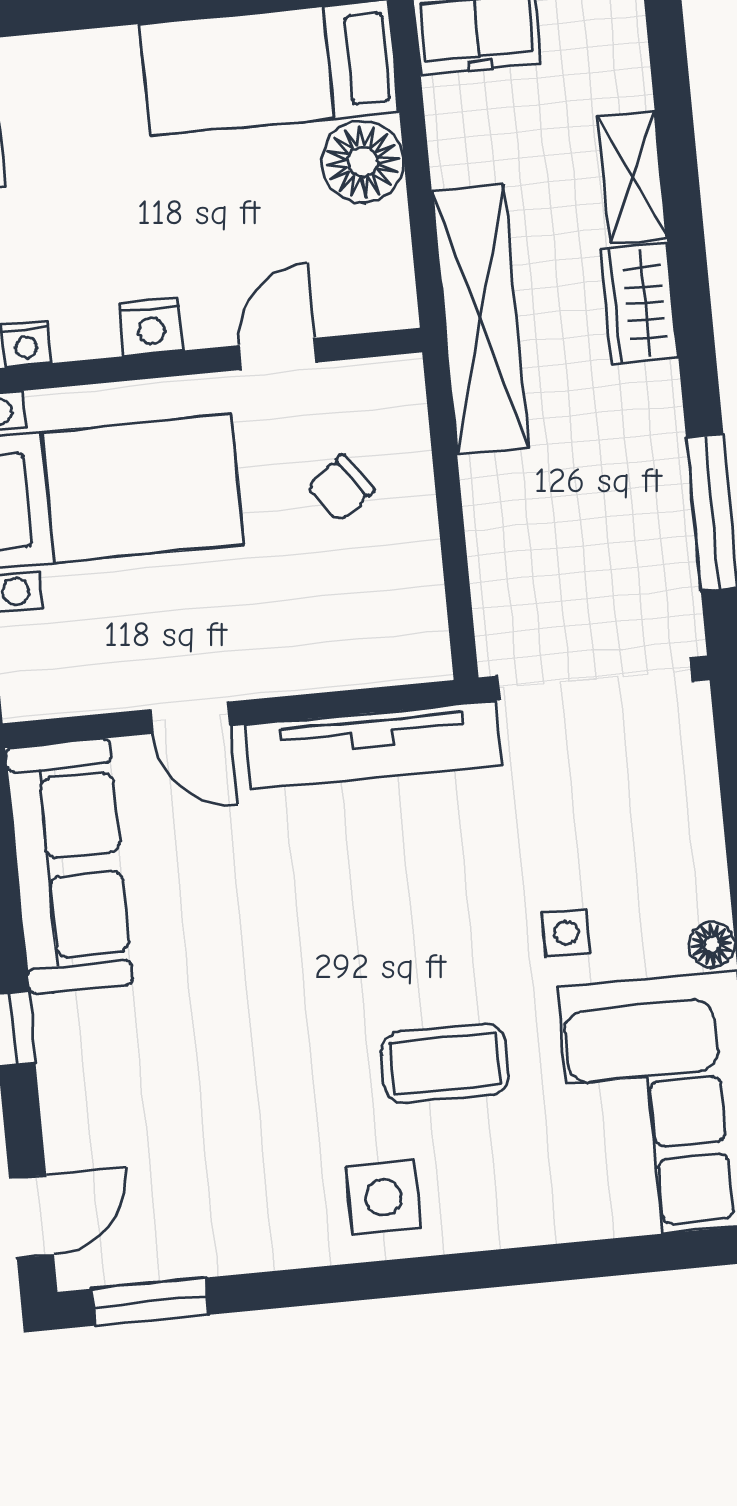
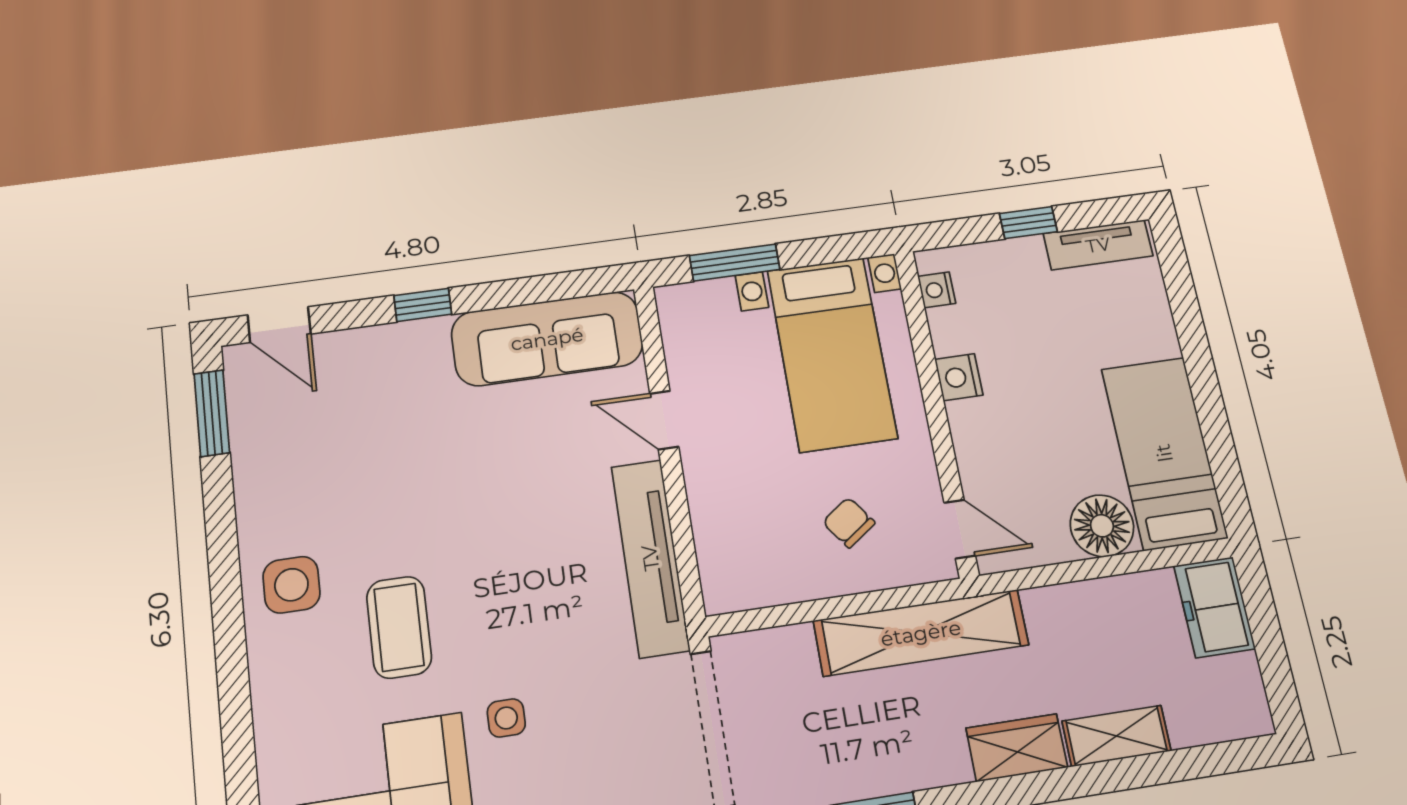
shelving: (480, 320) -> (921, 633), moved
door: (278, 354) -> (960, 529), moved
door: (190, 718) -> (664, 420), hinge flipped

